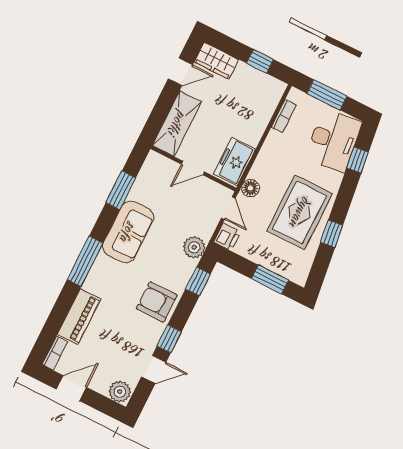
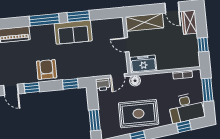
window: (121, 190) -> (78, 16), moved
plant: (194, 247) -> (87, 71), removed

